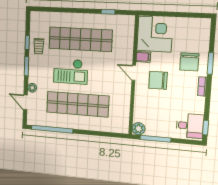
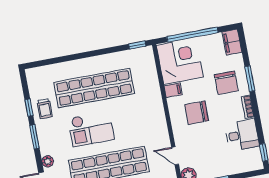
window: (108, 12) -> (137, 45), moved
window: (171, 14) -> (192, 35), added
filing cabinet: (203, 29) -> (232, 42), added
door: (134, 73) -> (175, 156), moved
desk: (190, 126) -> (242, 135), moved

